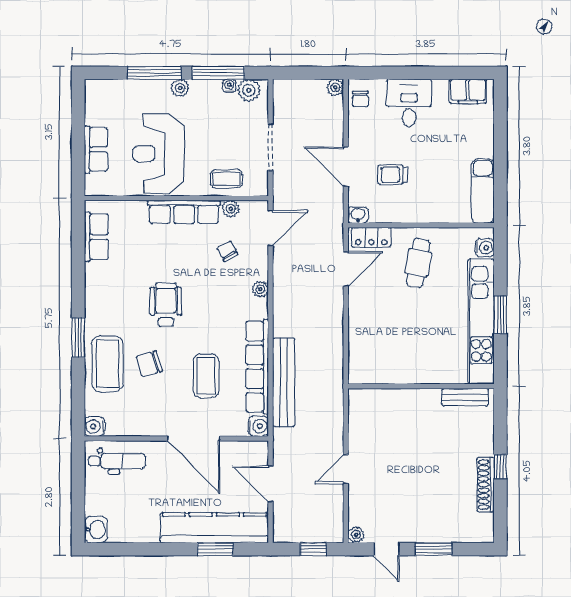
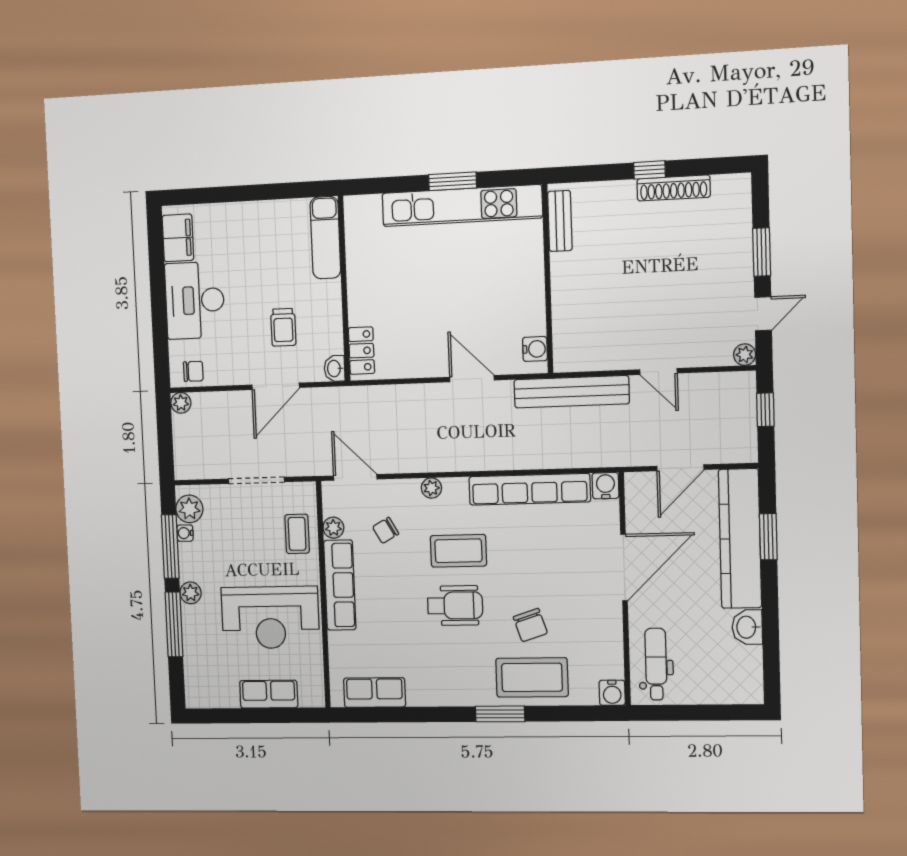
desk: (409, 103) -> (195, 300), width x1.37
exam couch: (483, 191) -> (325, 238), moved, turned 90
water cooler: (485, 248) -> (535, 349), moved, turned 90
cafe table: (418, 263) -> (391, 290), removed
door: (346, 269) -> (472, 379), moved
wheelchair: (166, 305) -> (455, 606), turned 180
coffee table: (206, 376) -> (458, 551), moved
bench: (284, 382) -> (572, 392), moved
washbasin: (96, 529) -> (747, 627), moved, turned -90

